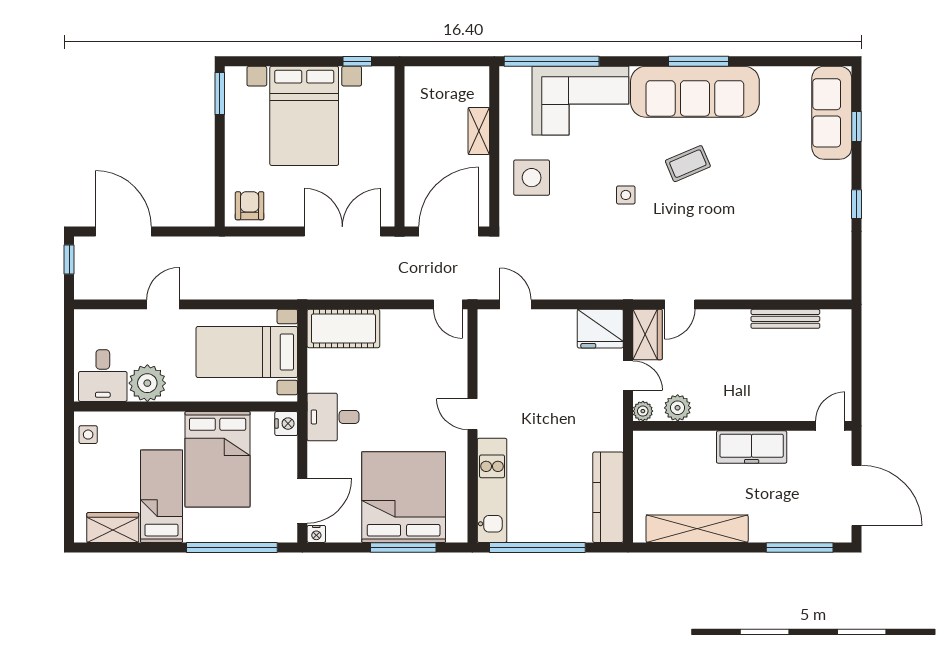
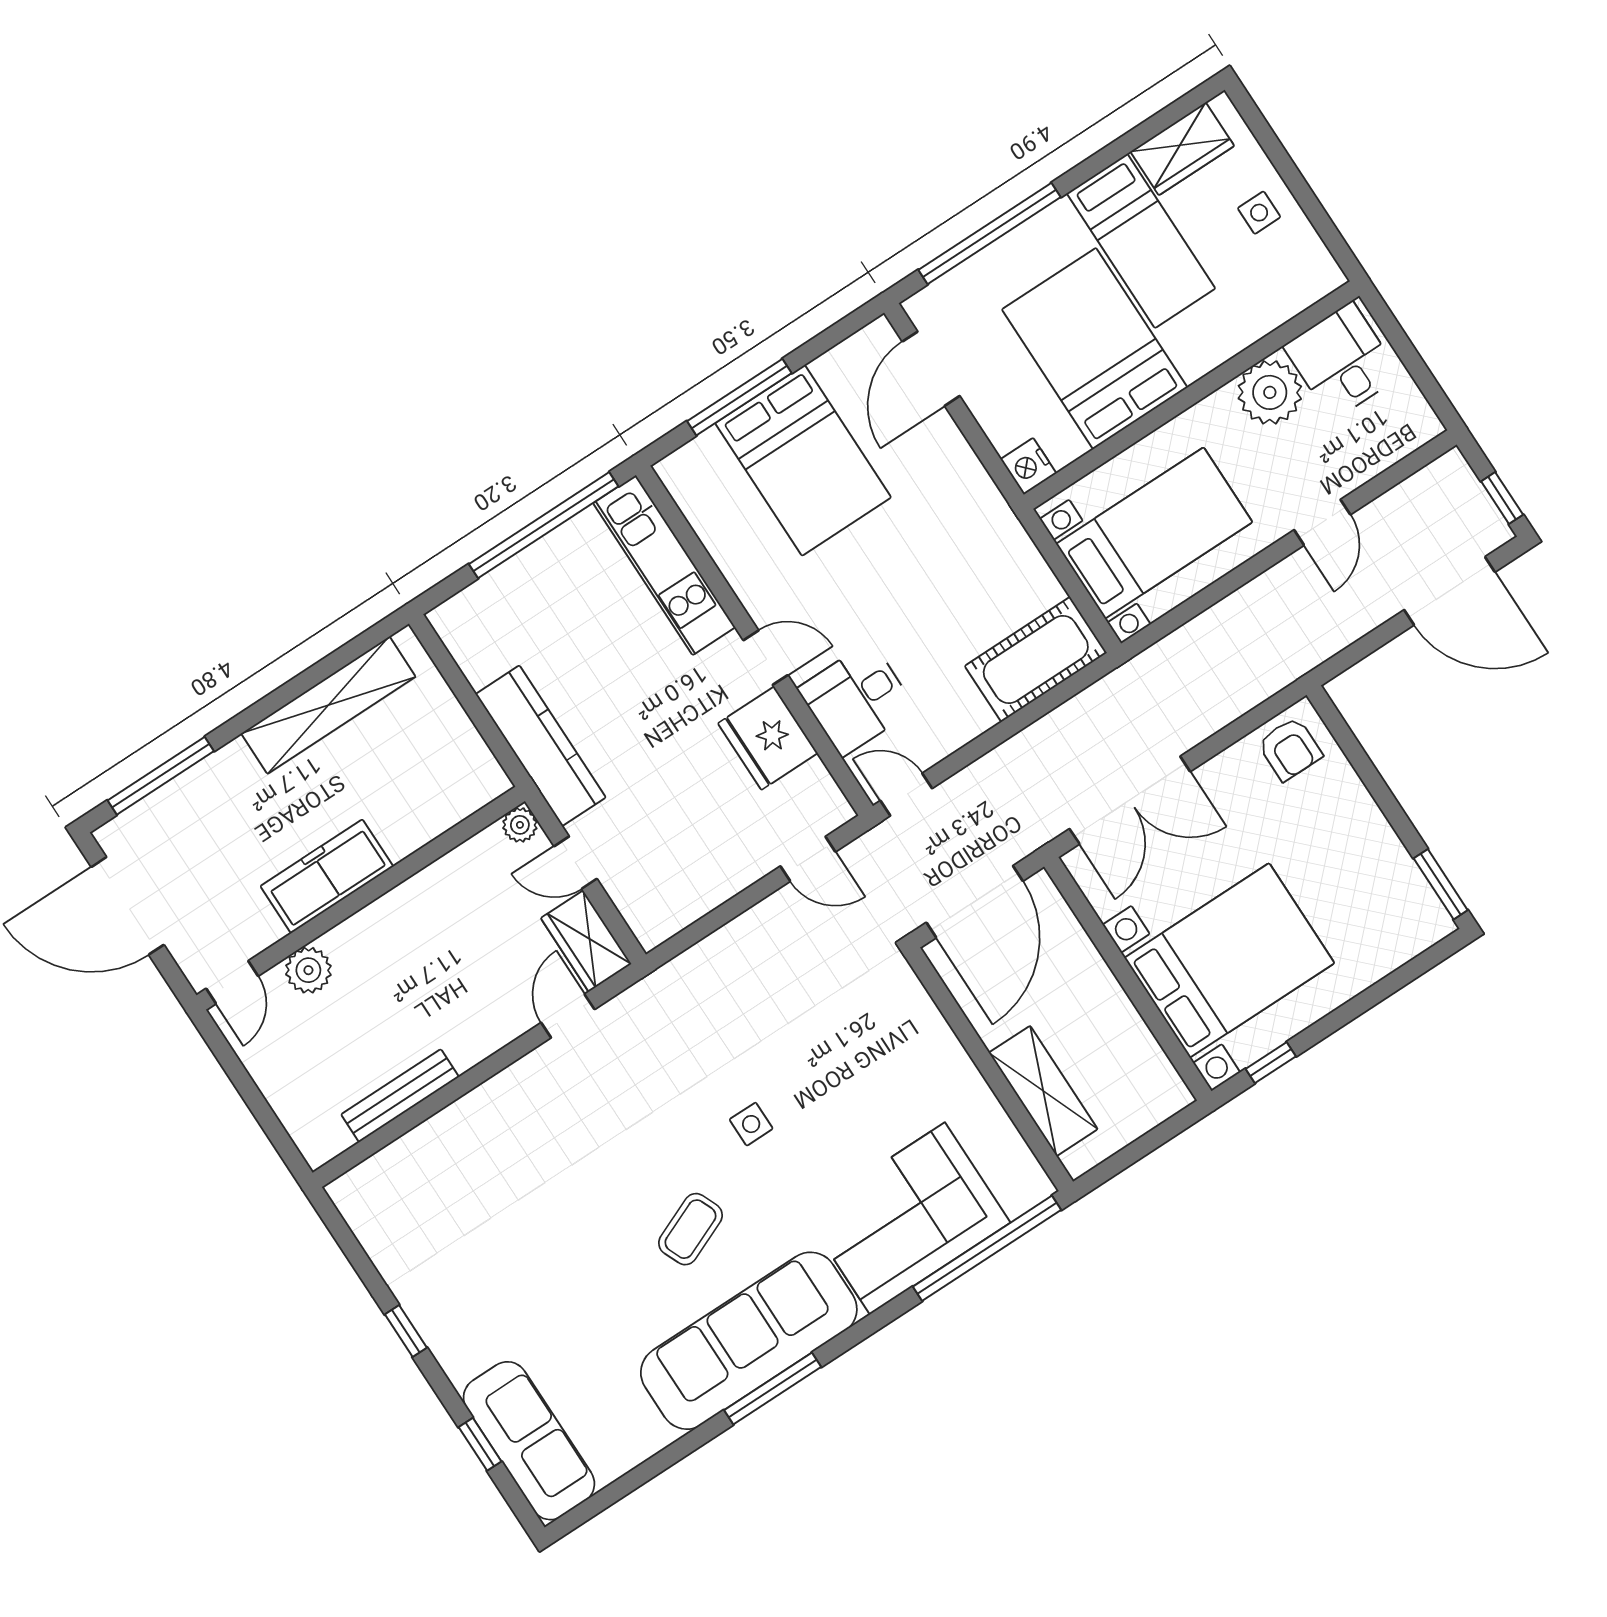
bed with nightstands: (304, 116) -> (1229, 960), moved, turned 90
shelving: (479, 131) -> (1043, 1091), width x1.50, depth x1.33
side table: (532, 178) -> (905, 1059), removed
fridge: (600, 329) -> (768, 738), moved, turned -90
plant: (678, 408) -> (308, 970), moved
desk: (333, 417) -> (856, 699), moved, turned 180
side table: (88, 435) -> (1259, 213), moved
bed: (404, 497) -> (803, 460), width x0.73
kitchen counter: (608, 497) -> (541, 746), moved
nightstand: (316, 534) -> (879, 334), removed

